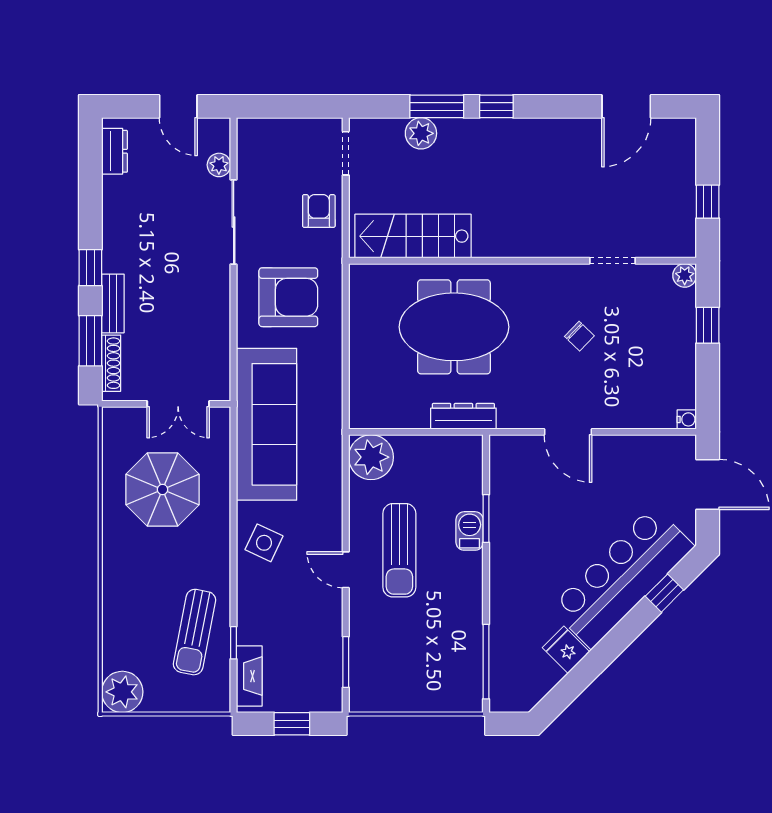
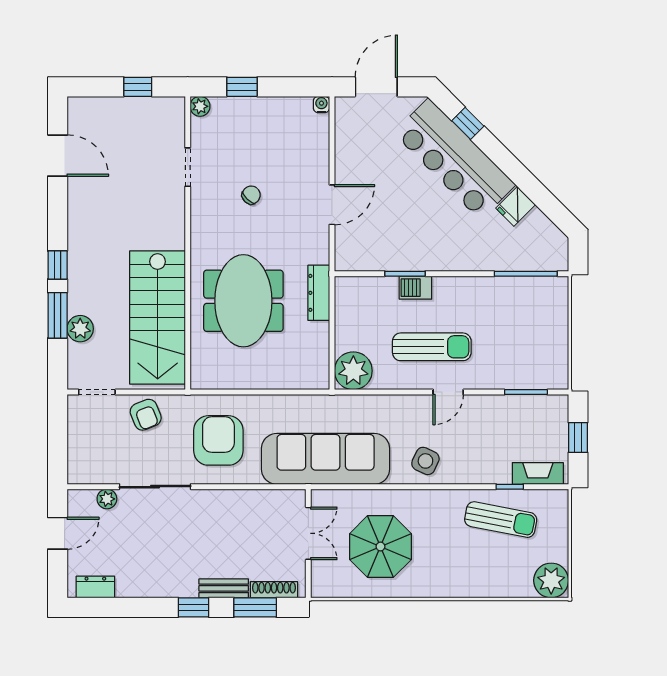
armchair: (319, 211) -> (146, 415), turned -112
stairs: (413, 236) -> (158, 318), width x1.36, depth x1.51

